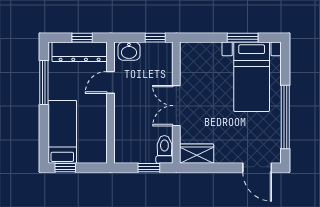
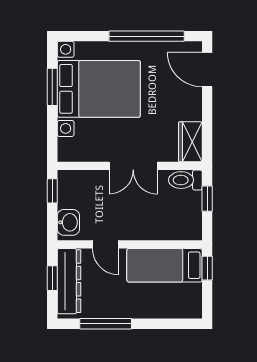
bed with nightstands: (252, 77) -> (99, 89), width x1.36
bed: (62, 132) -> (165, 265), moved
window: (65, 168) -> (207, 268), moved
door: (257, 168) -> (207, 70), swing flipped

